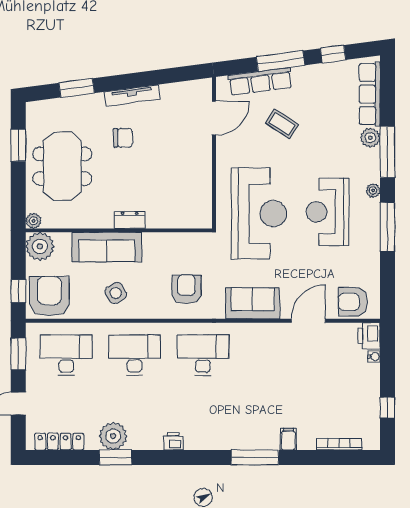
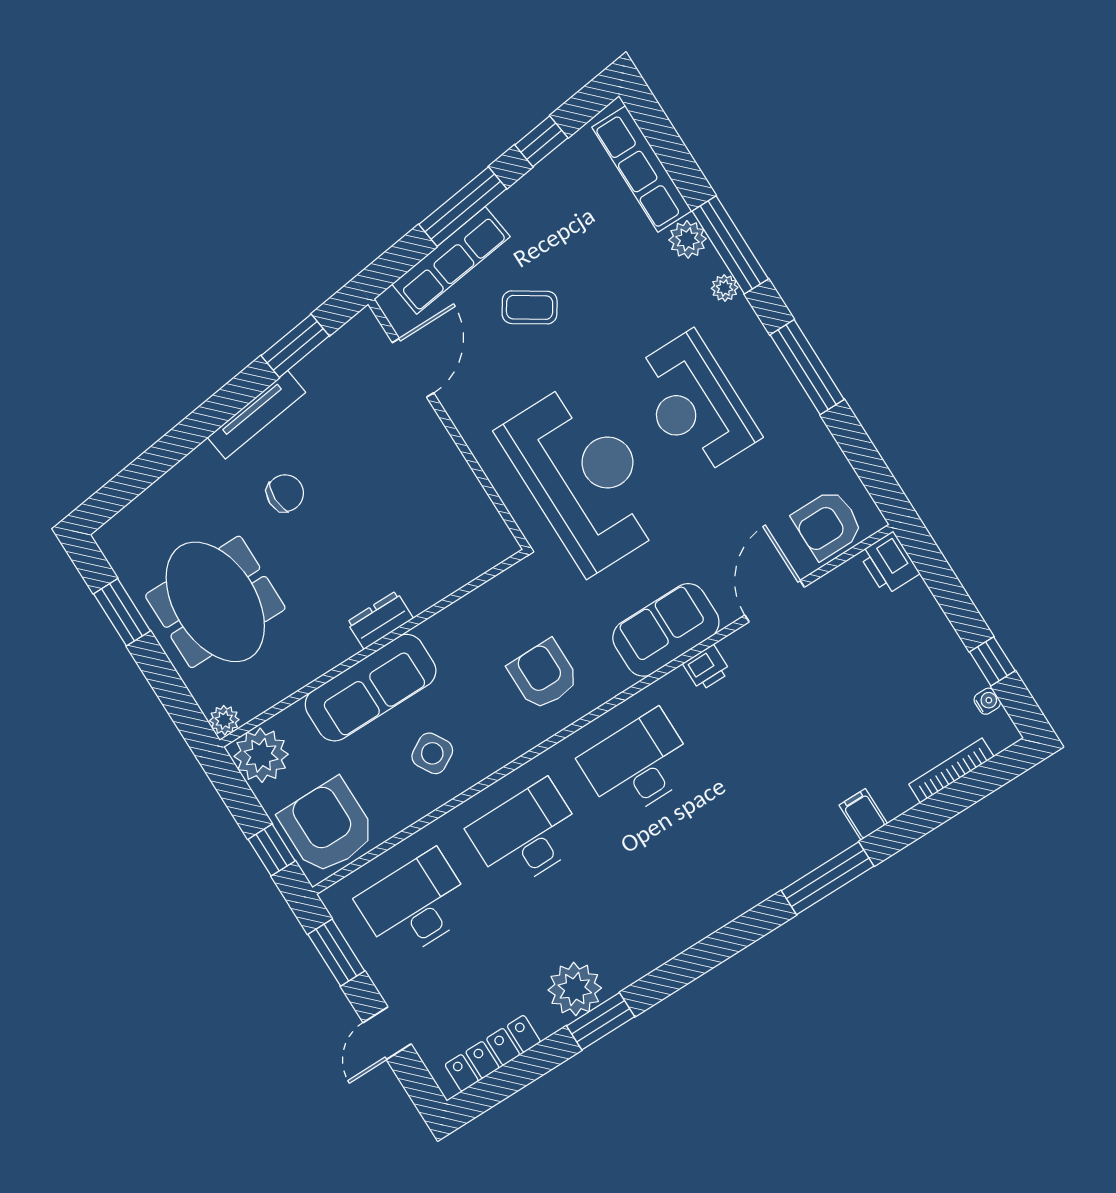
window: (77, 88) -> (295, 346), moved
plant: (373, 190) -> (725, 288), moved
water cooler: (374, 356) -> (987, 701), moved
printer: (173, 441) -> (707, 668), moved, turned 180

